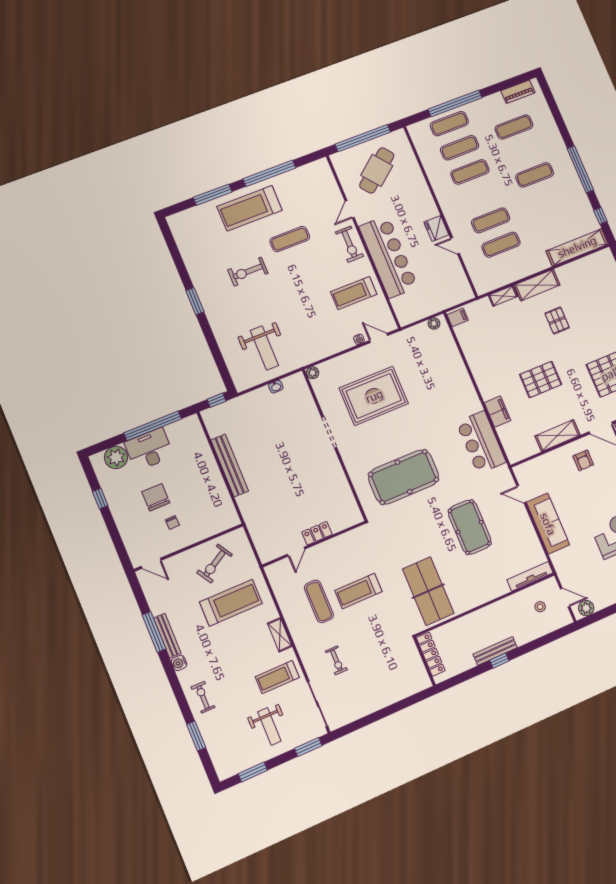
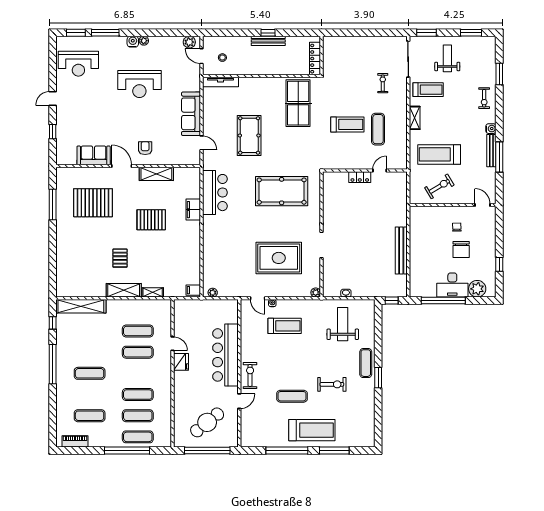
treadmill: (354, 293) -> (285, 326), moved
exercise mat: (217, 313) -> (366, 363), added

